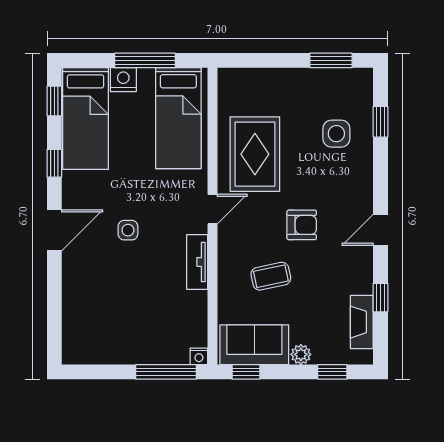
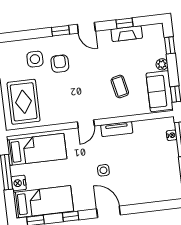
window: (380, 122) -> (61, 31), moved
rug: (255, 154) -> (24, 102), moved, turned 90
door: (213, 209) -> (86, 124), swing flipped
armchair: (302, 225) -> (60, 64), moved
fireplace: (362, 322) -> (127, 34), moved
nightstand: (199, 356) -> (172, 135), moved

